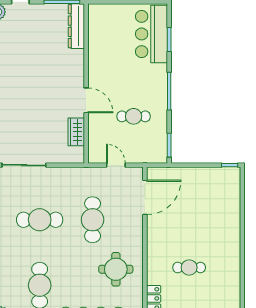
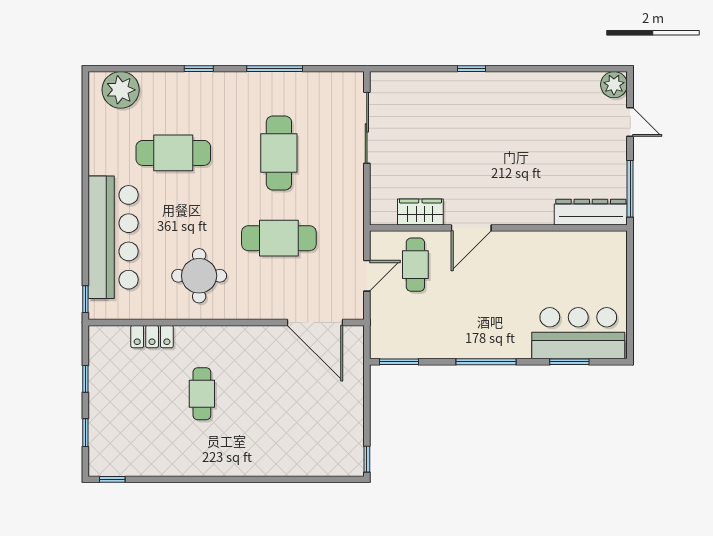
cafe table: (134, 116) -> (415, 265), moved

